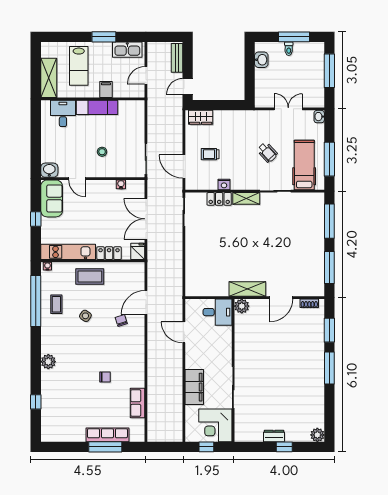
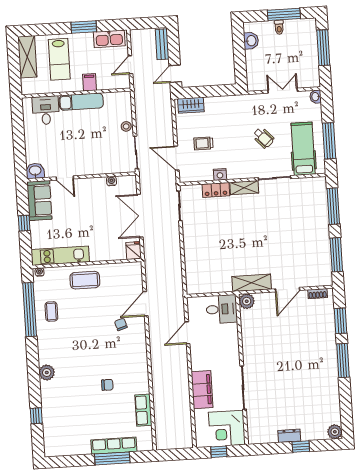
shelving: (49, 78) -> (27, 57), moved
stool: (102, 152) -> (126, 126), moved
locker: (109, 253) -> (103, 254), removed
side table: (85, 316) -> (83, 322), removed
door: (184, 332) -> (187, 333), hinge flipped

